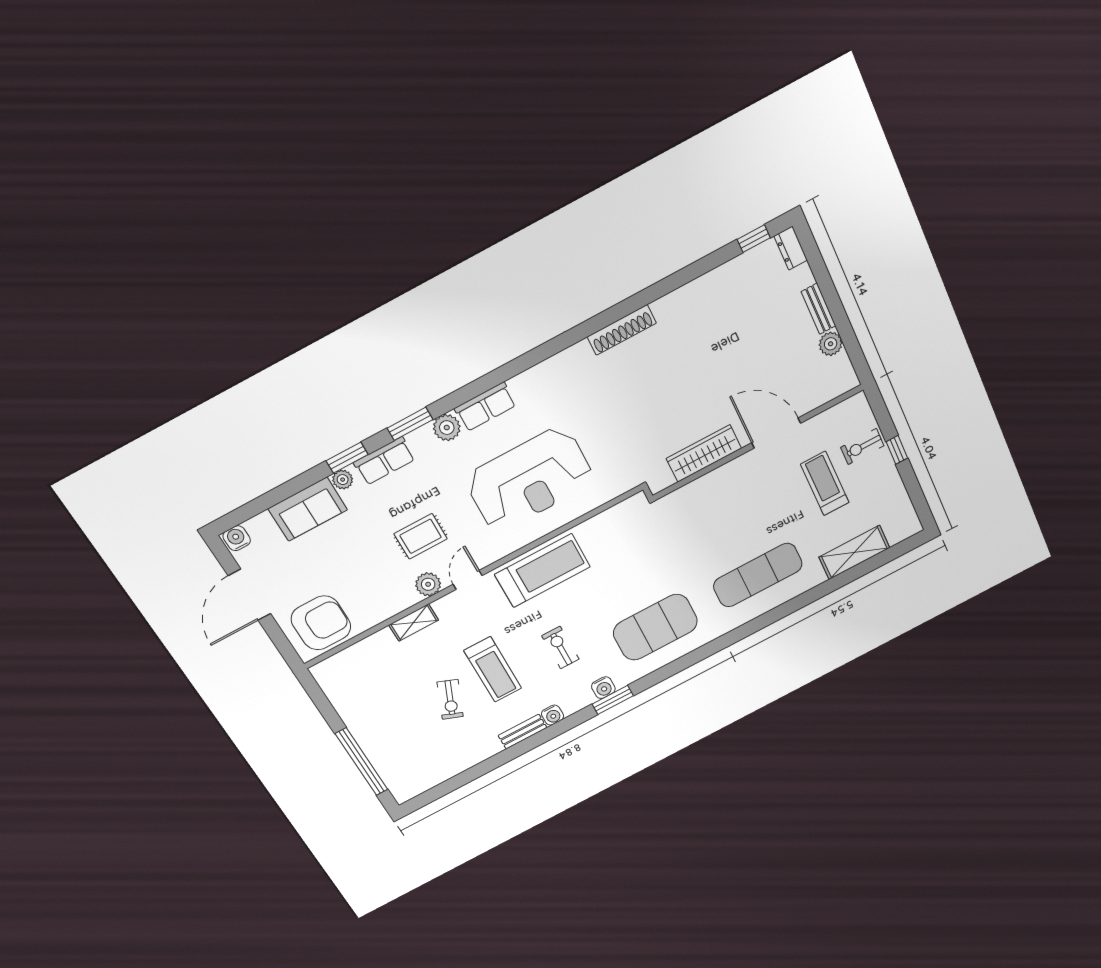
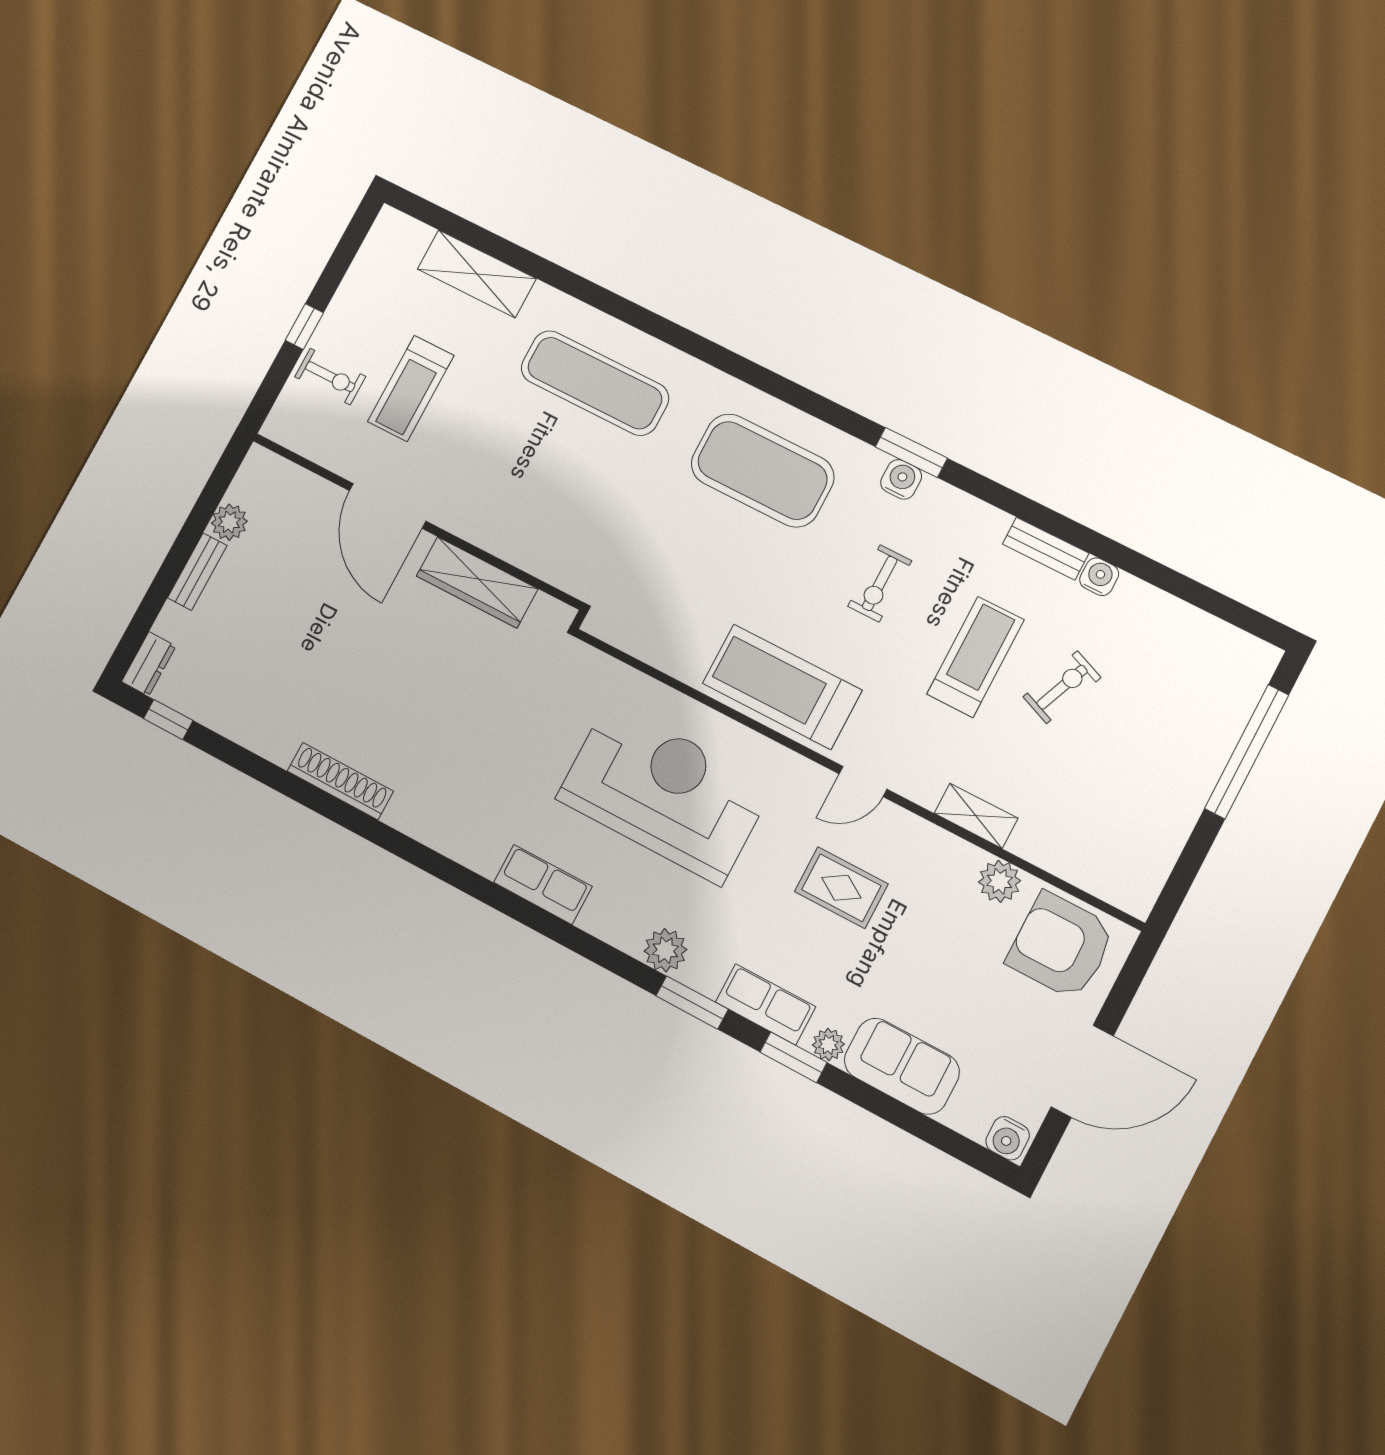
shoe rack: (622, 330) -> (340, 781), moved
row of seats: (485, 407) -> (543, 884), moved
plant: (428, 584) -> (1000, 881), moved
water cooler: (553, 715) -> (1099, 577), moved

